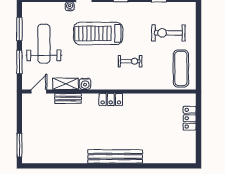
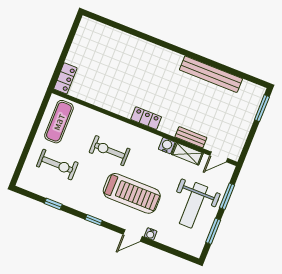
exercise bike: (130, 61) -> (110, 151), width x1.38, depth x1.39
locker: (190, 118) -> (65, 78), moved
bench: (115, 156) -> (211, 74), moved

